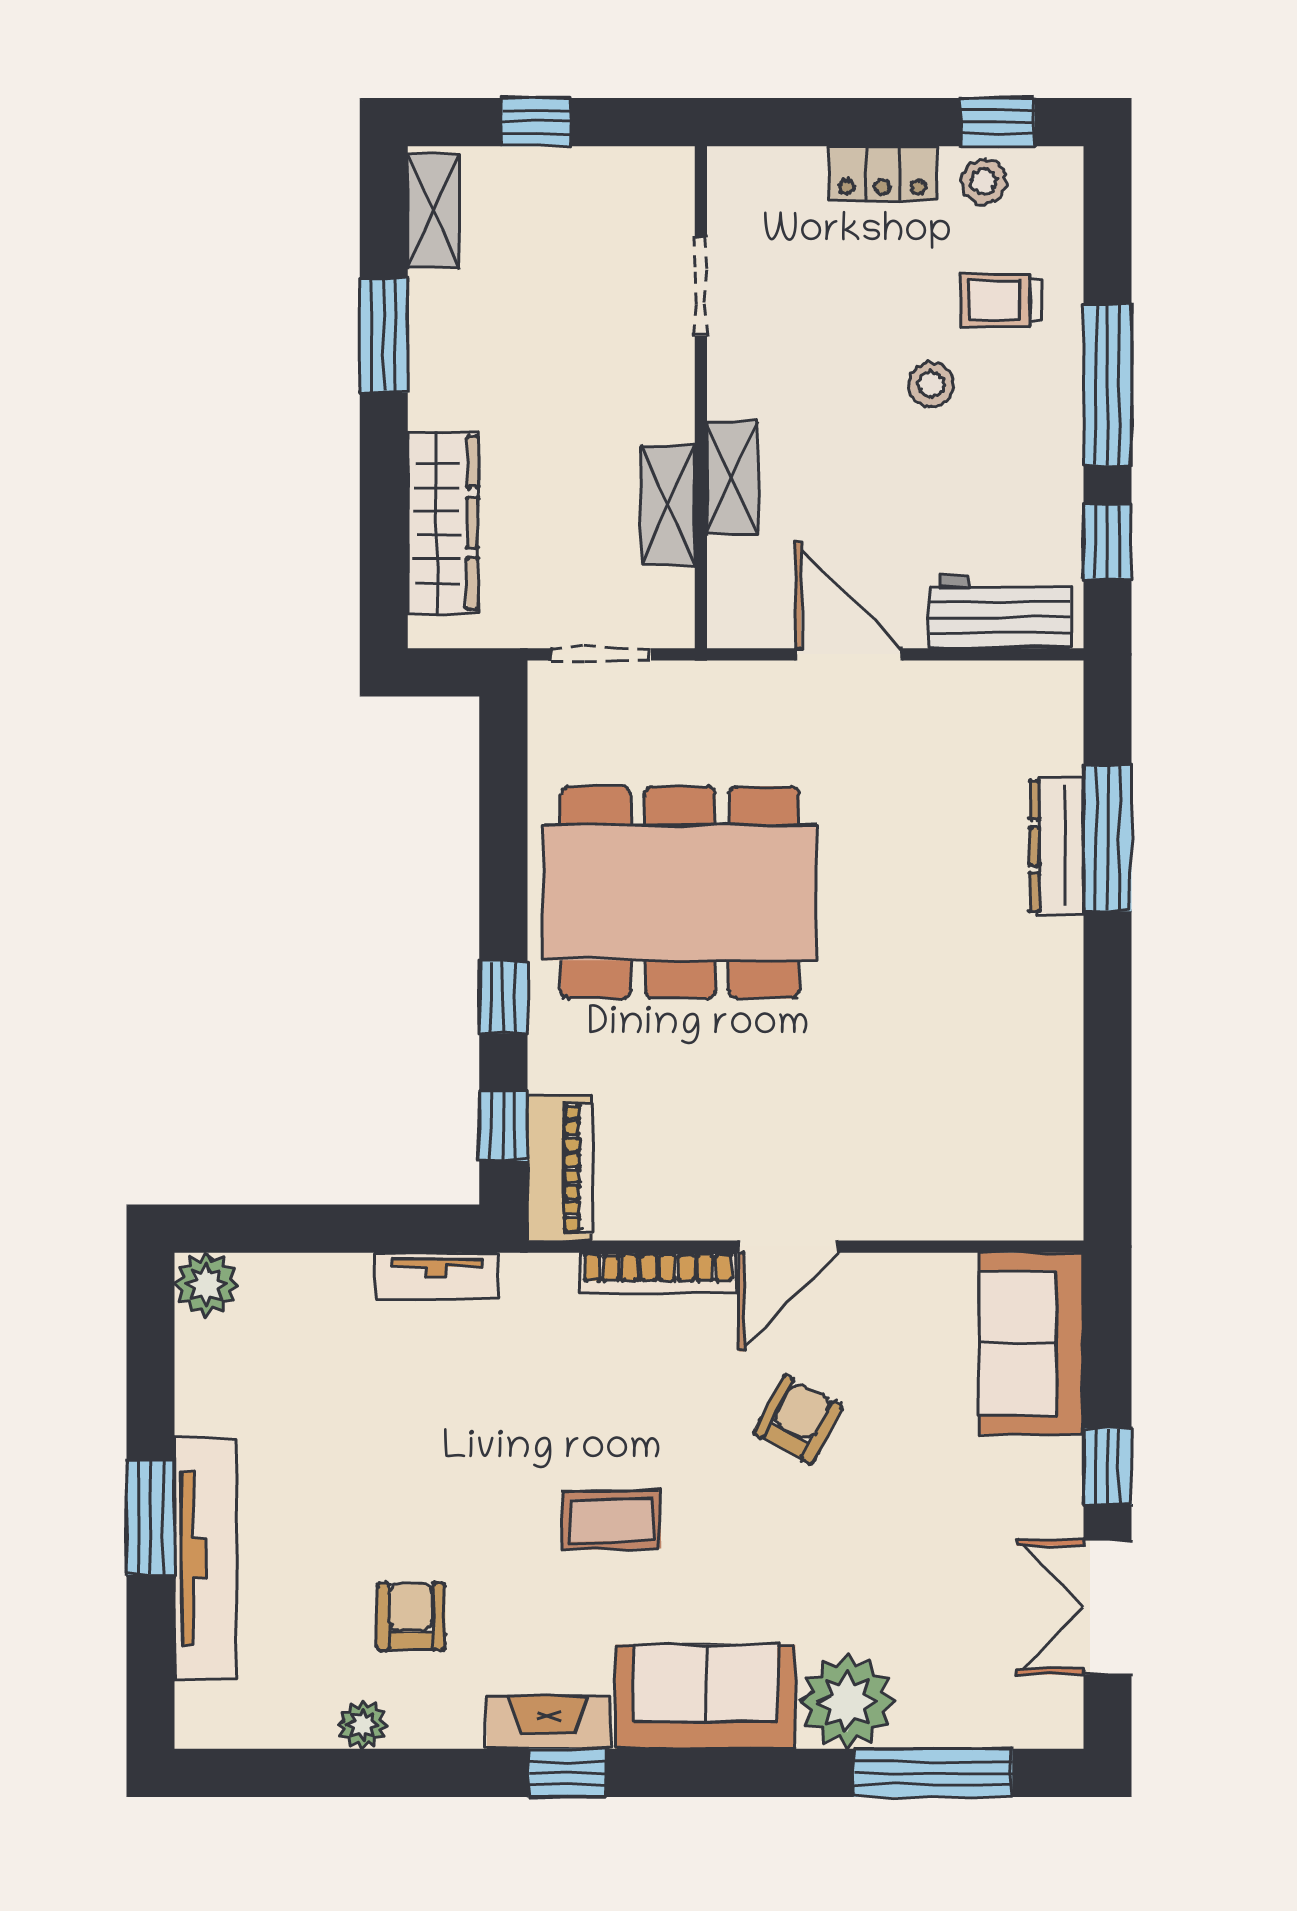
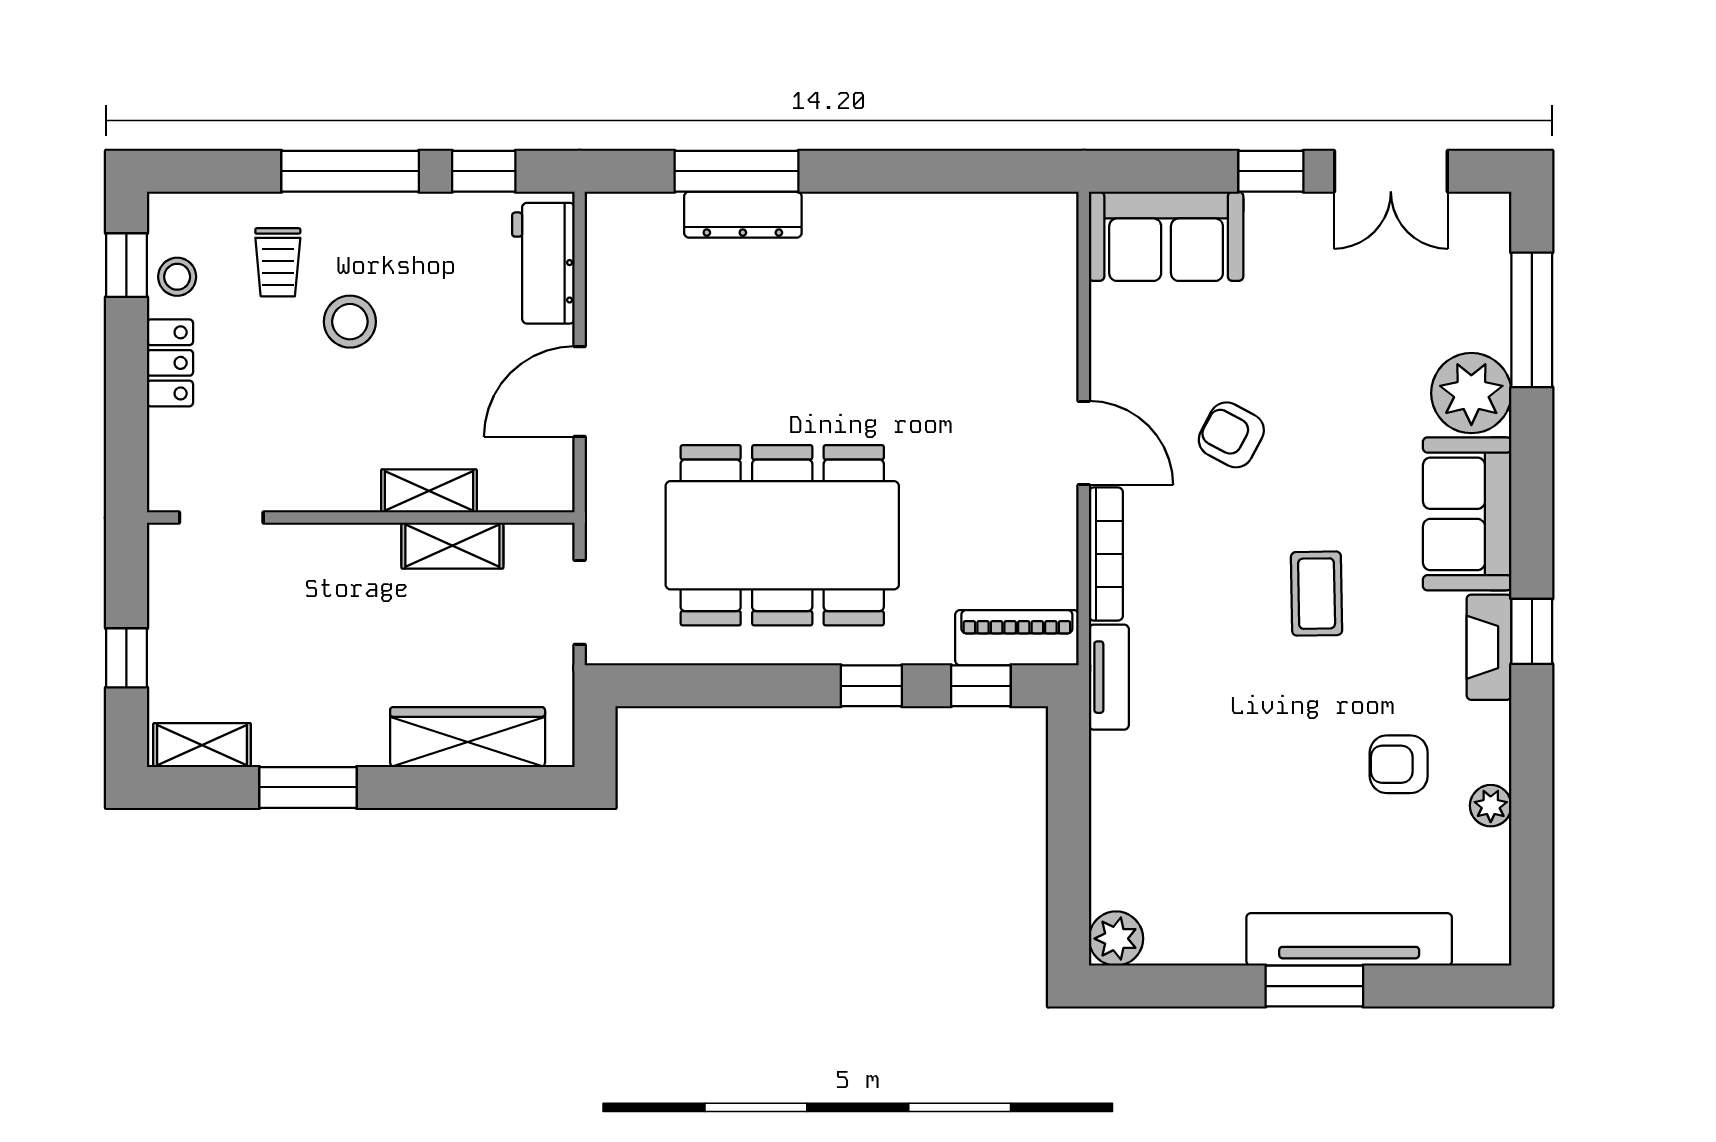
doorway: (701, 286) -> (221, 518), moved
stool: (931, 385) -> (350, 322), width x1.37, depth x1.37
dining table: (680, 892) -> (782, 535), turned 90
tv unit: (437, 1276) -> (1109, 677), moved

